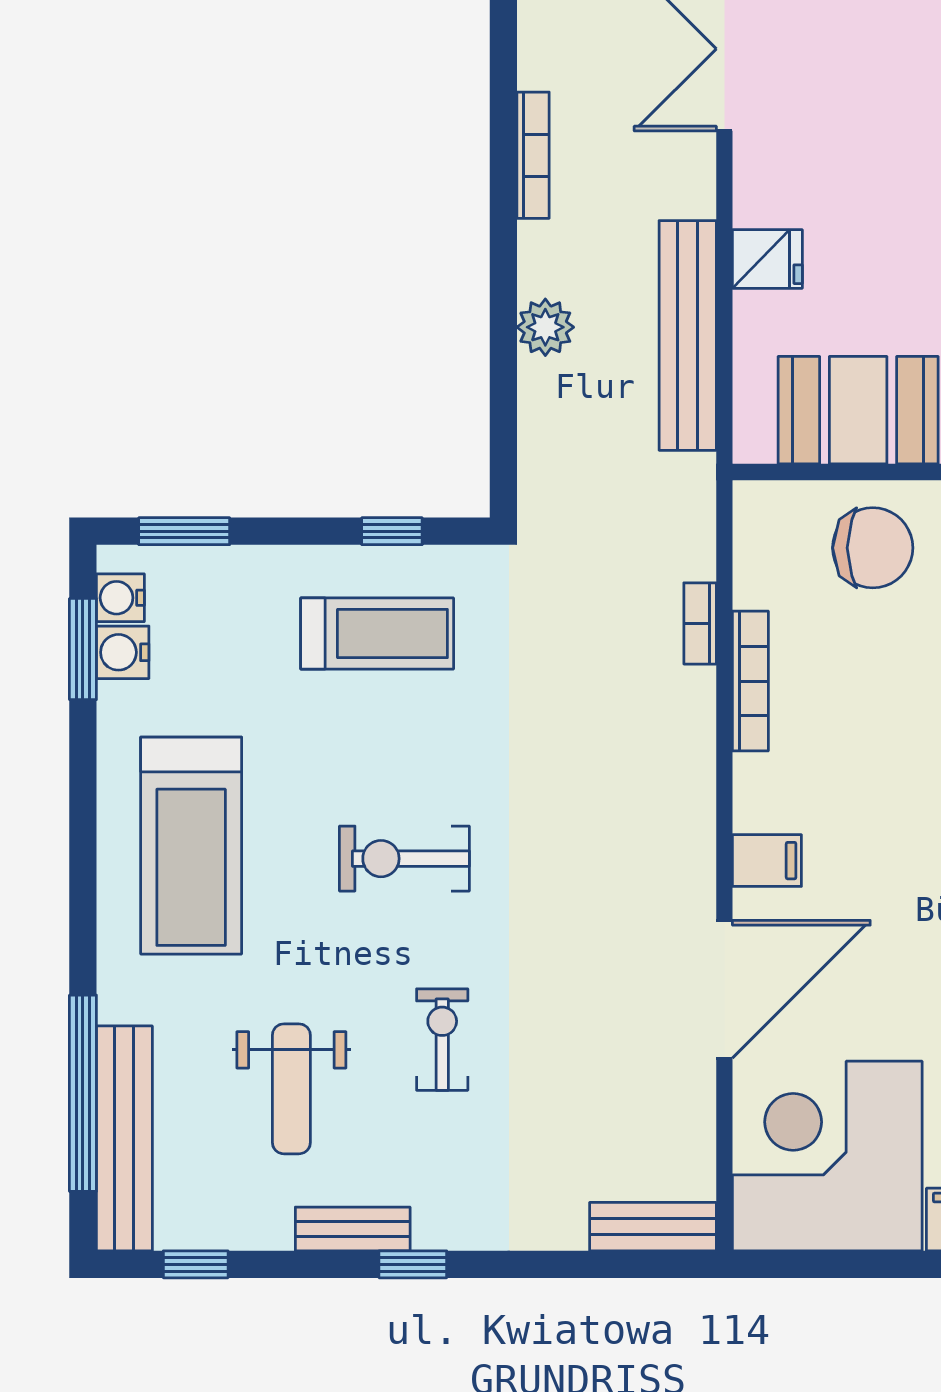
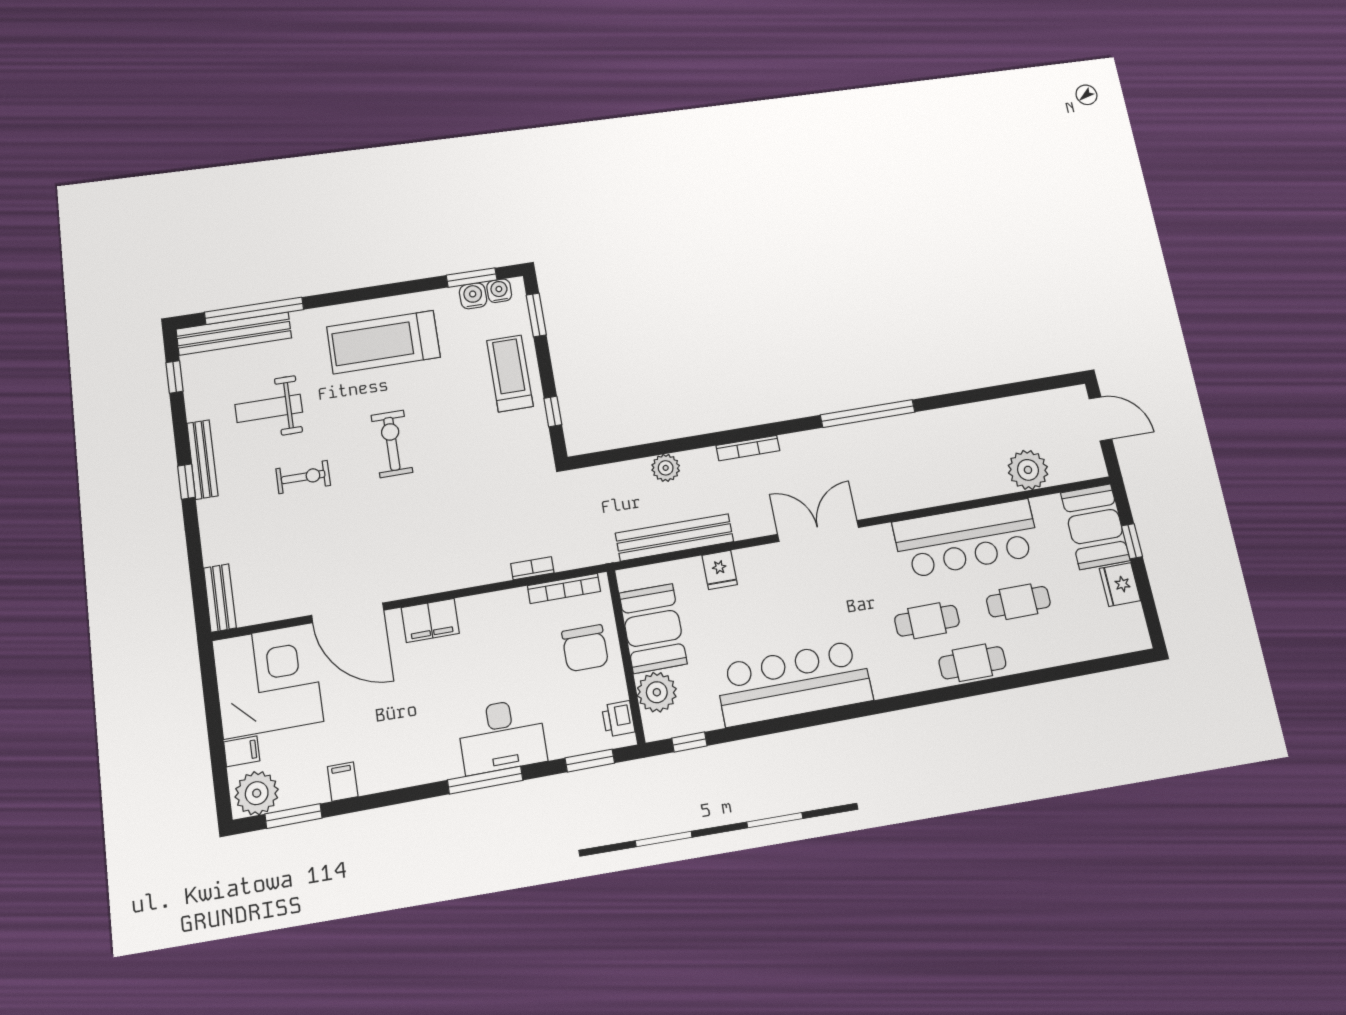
treadmill: (377, 634) -> (510, 373), moved, turned 180
bookcase: (750, 681) -> (564, 588), moved
filing cabinet: (767, 861) -> (430, 620), width x2.00
bench: (353, 1229) -> (202, 459), width x1.36

